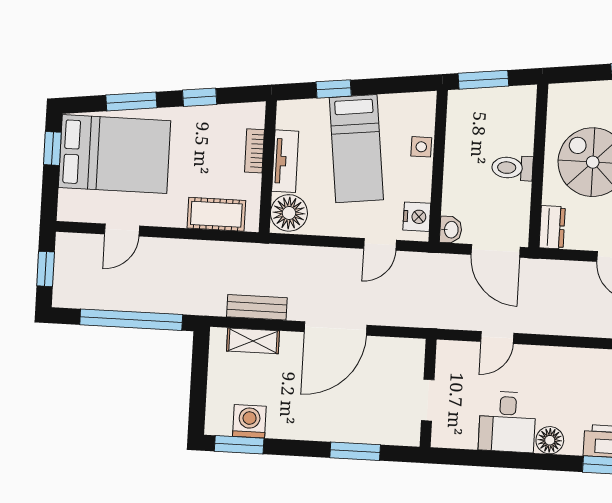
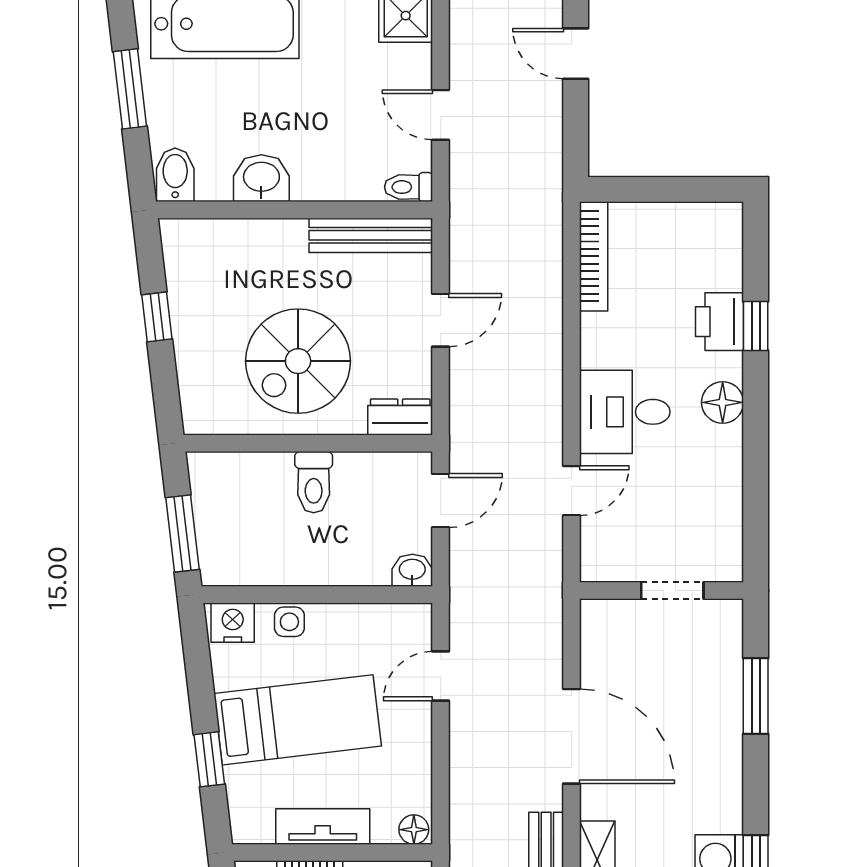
floor lamp: (289, 213) -> (414, 830), width x0.53, depth x0.53
nightstand: (417, 217) -> (233, 623), moved
door: (380, 244) -> (441, 676), swing flipped
door: (496, 251) -> (441, 501), width x0.73
door: (497, 337) -> (572, 491), hinge flipped
desk: (507, 422) -> (625, 412), moved, turned 180

